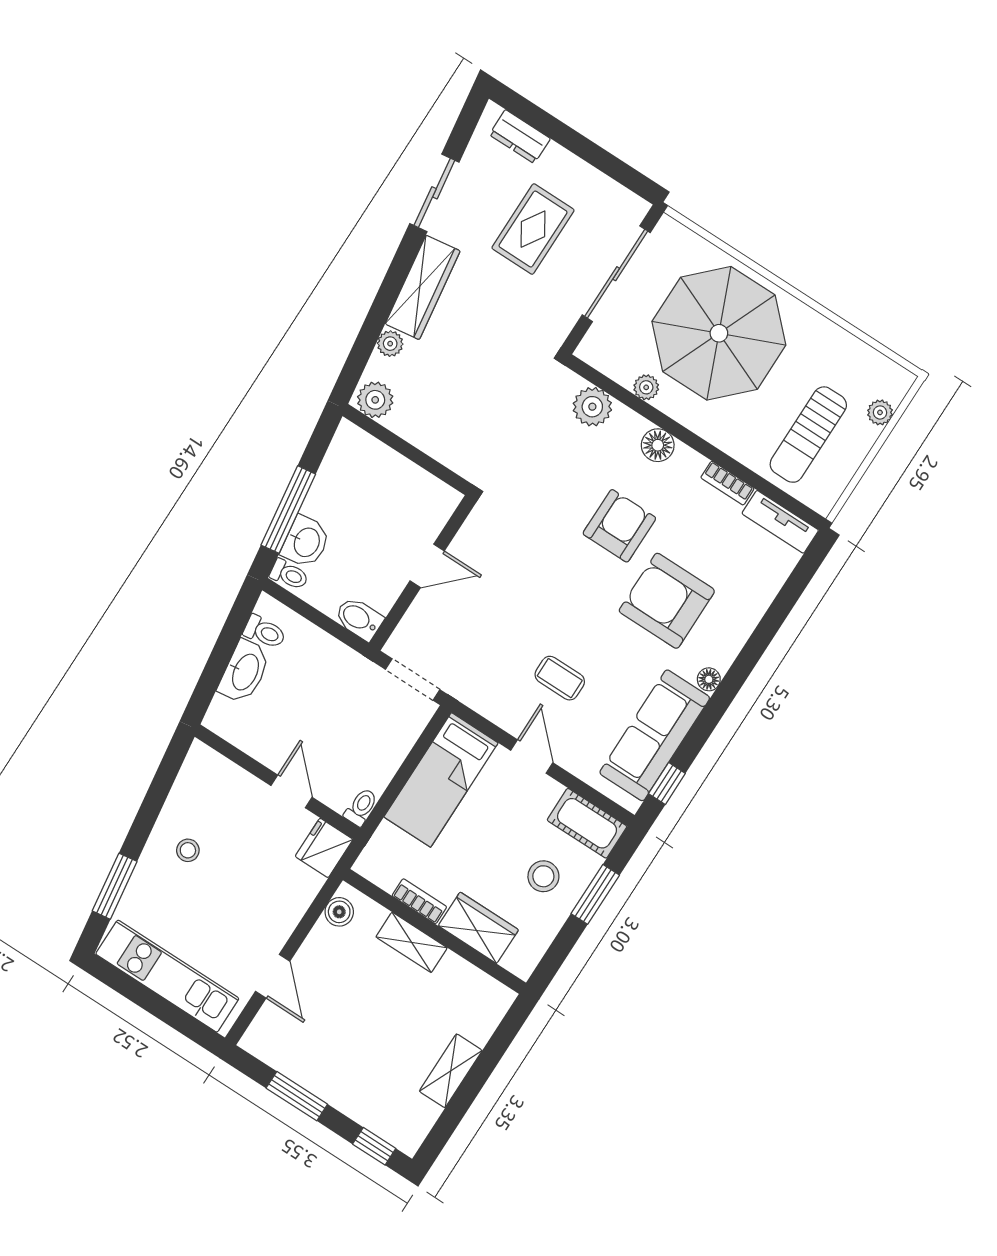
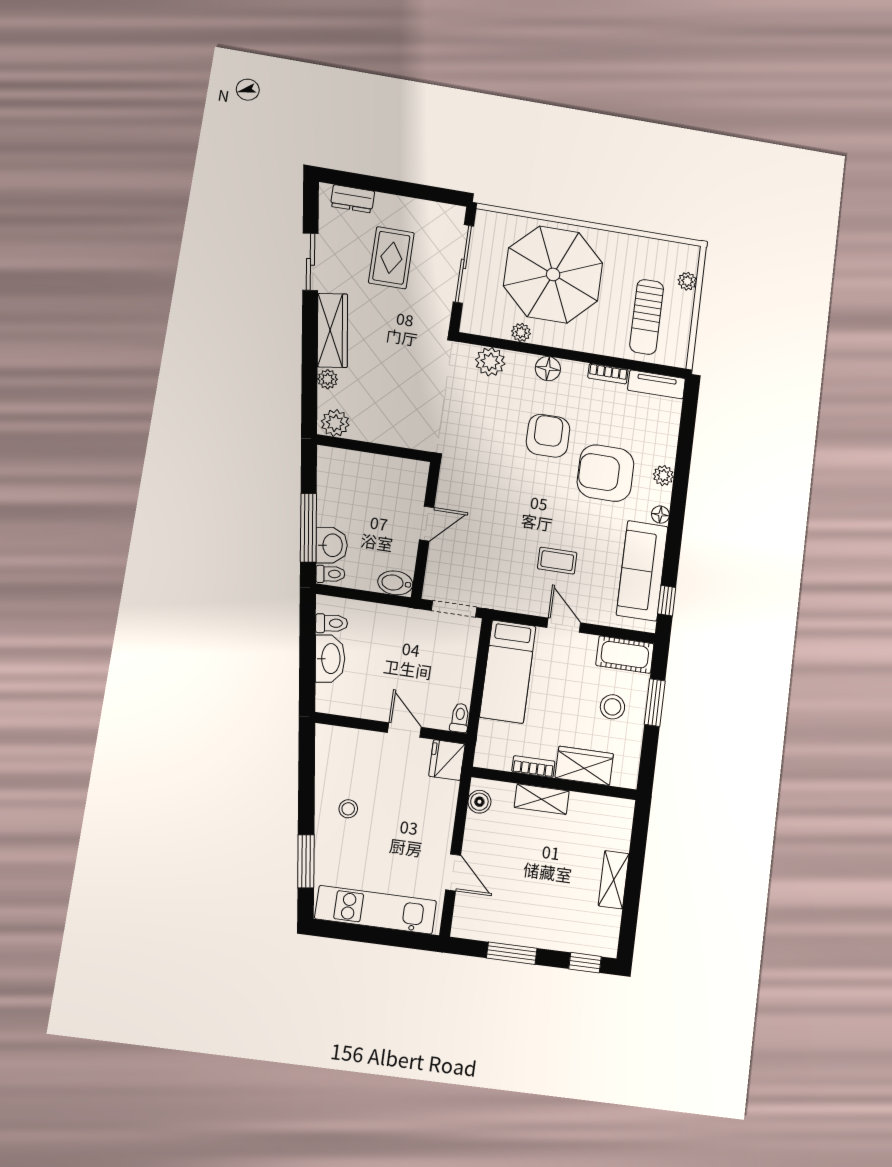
plant: (735, 635) -> (663, 476), added

